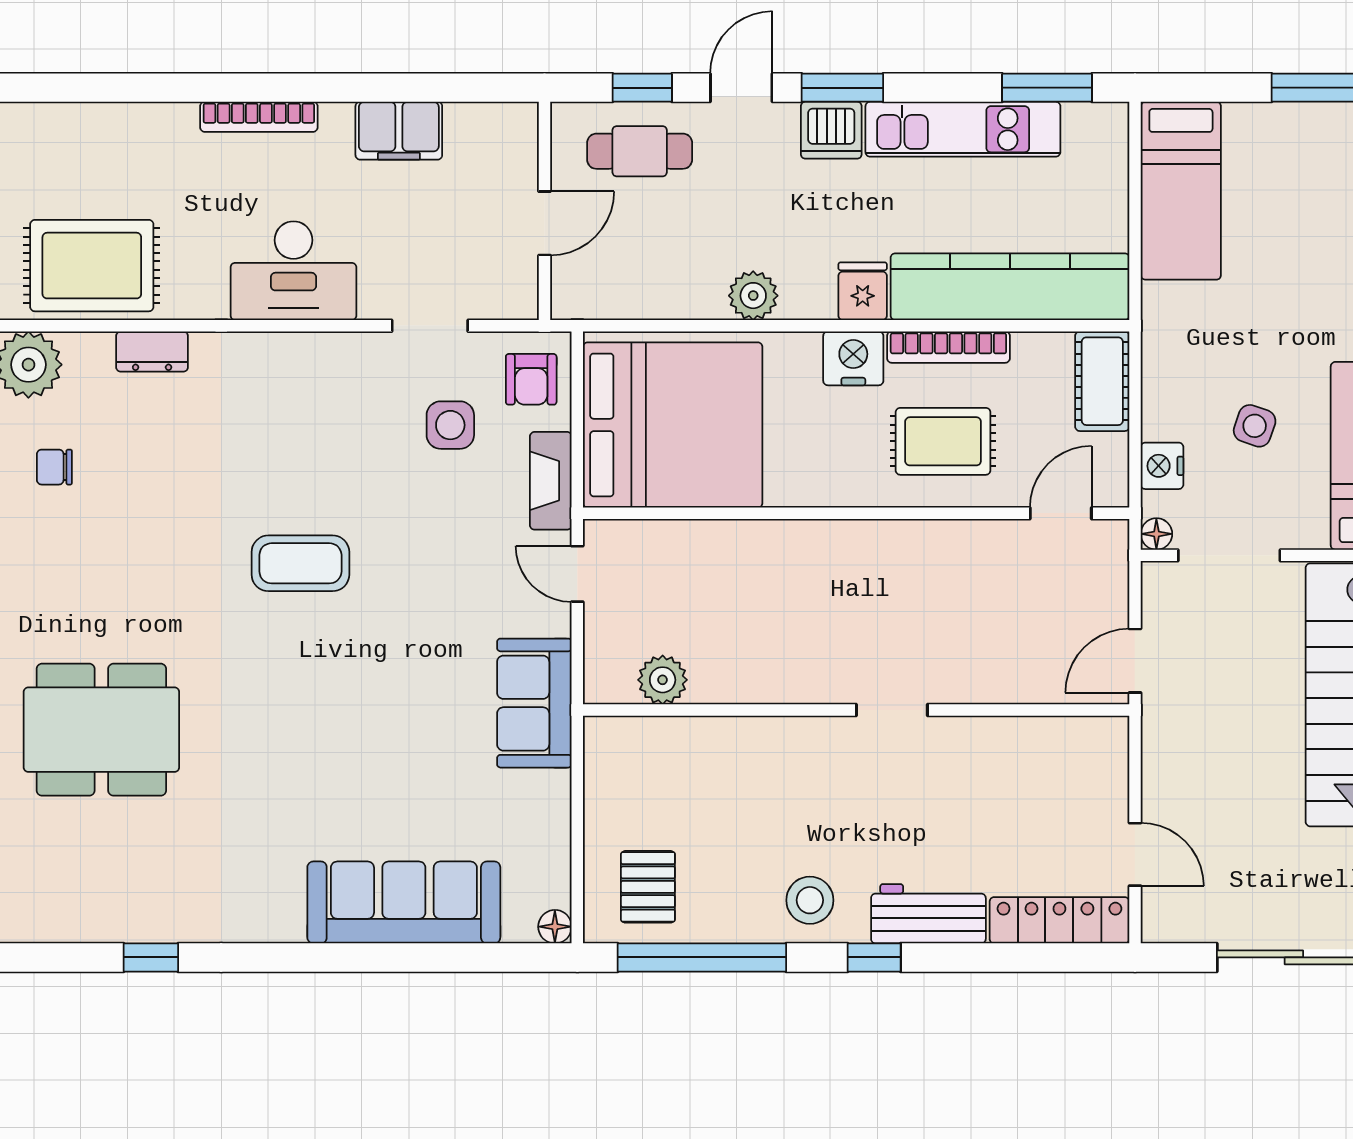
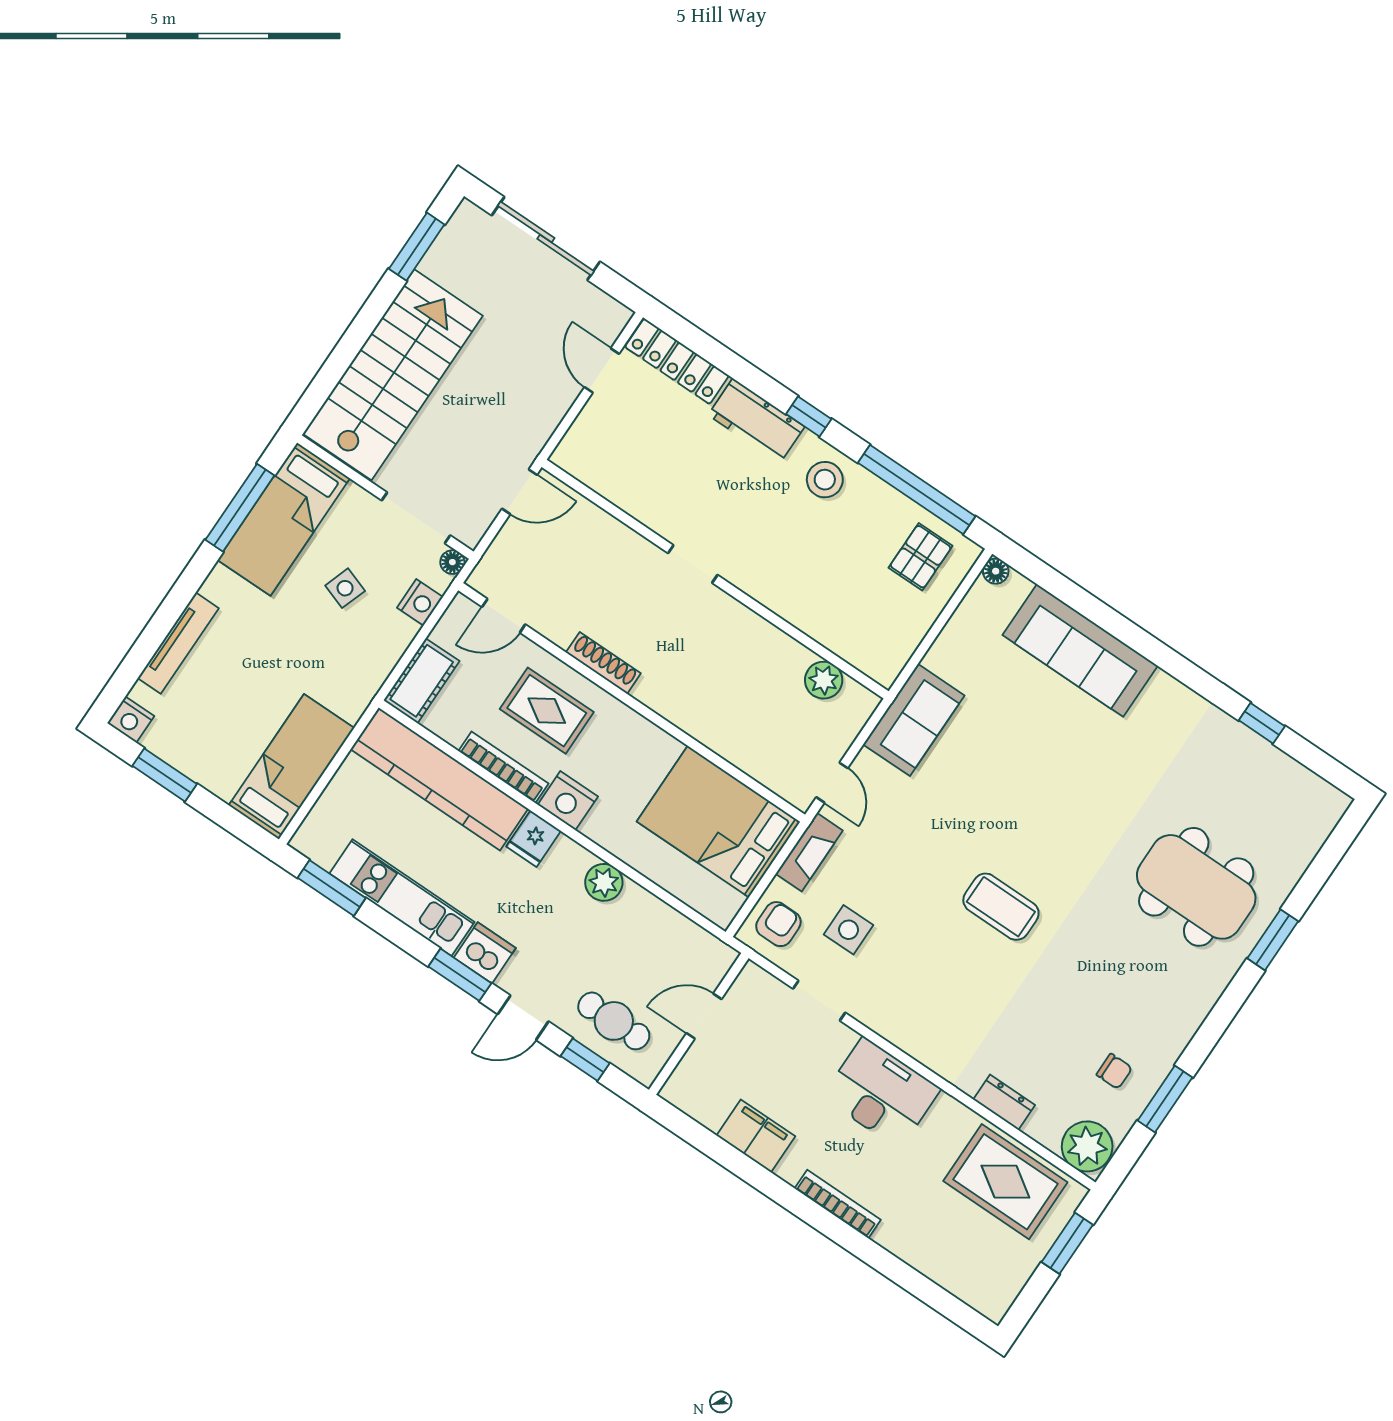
bed: (673, 425) -> (718, 822), width x0.73
shoe rack: (916, 535) -> (603, 663), added

